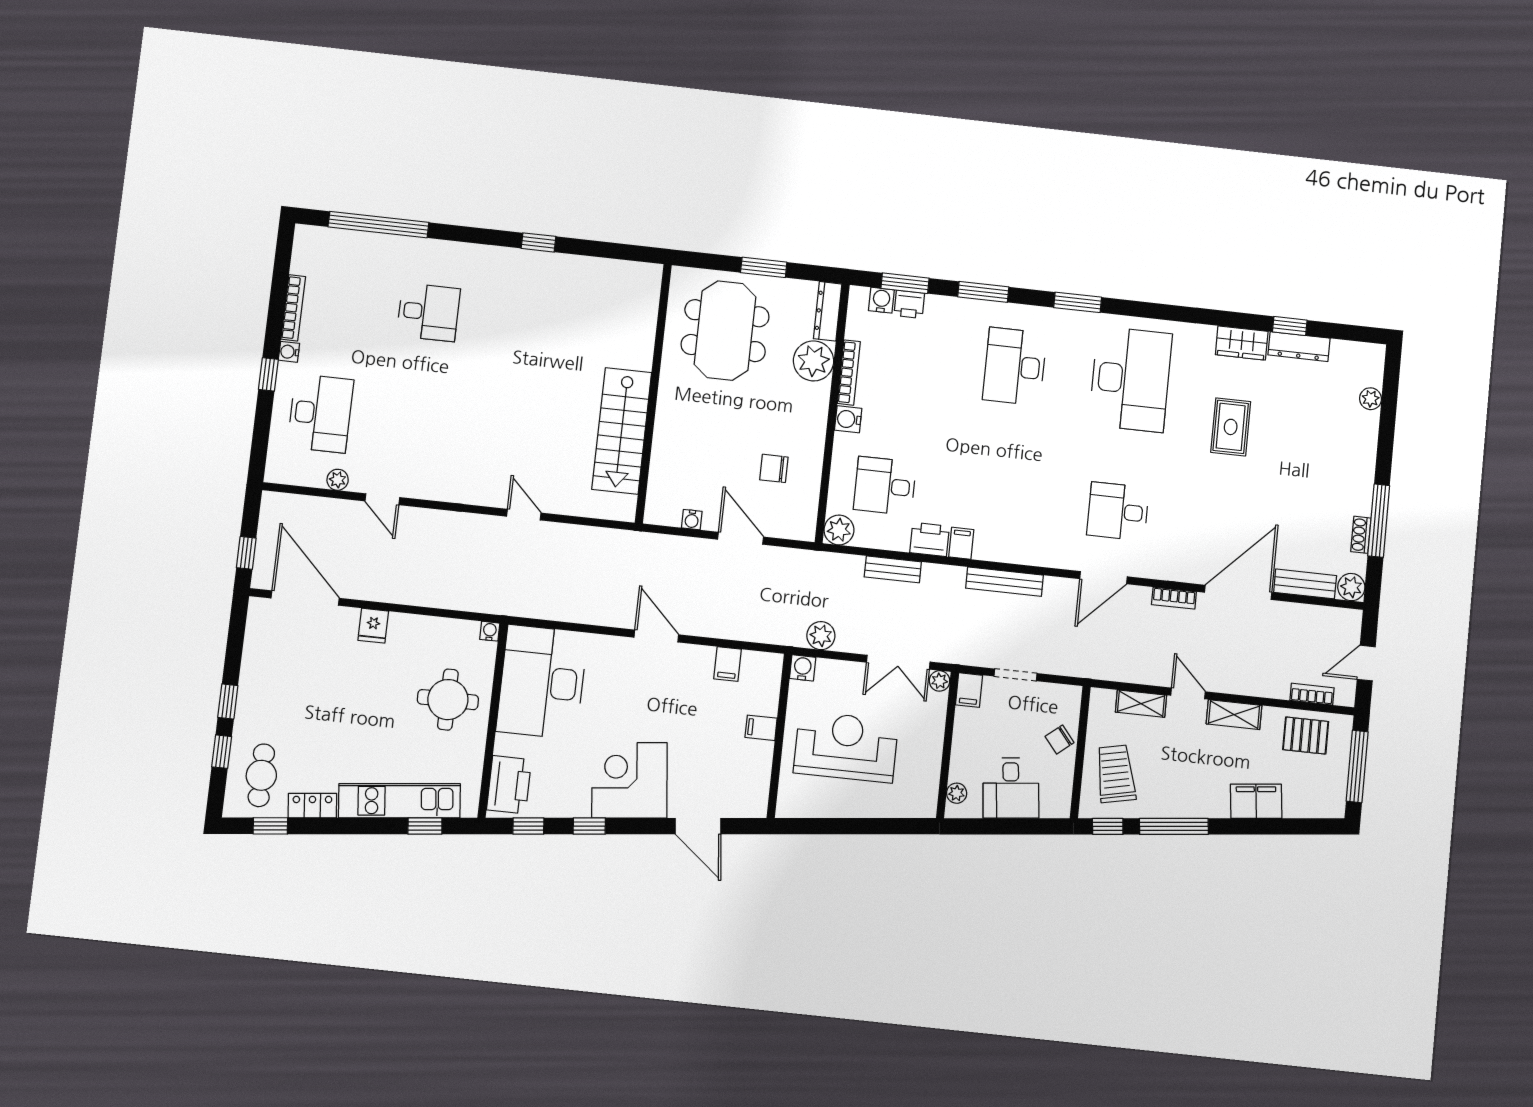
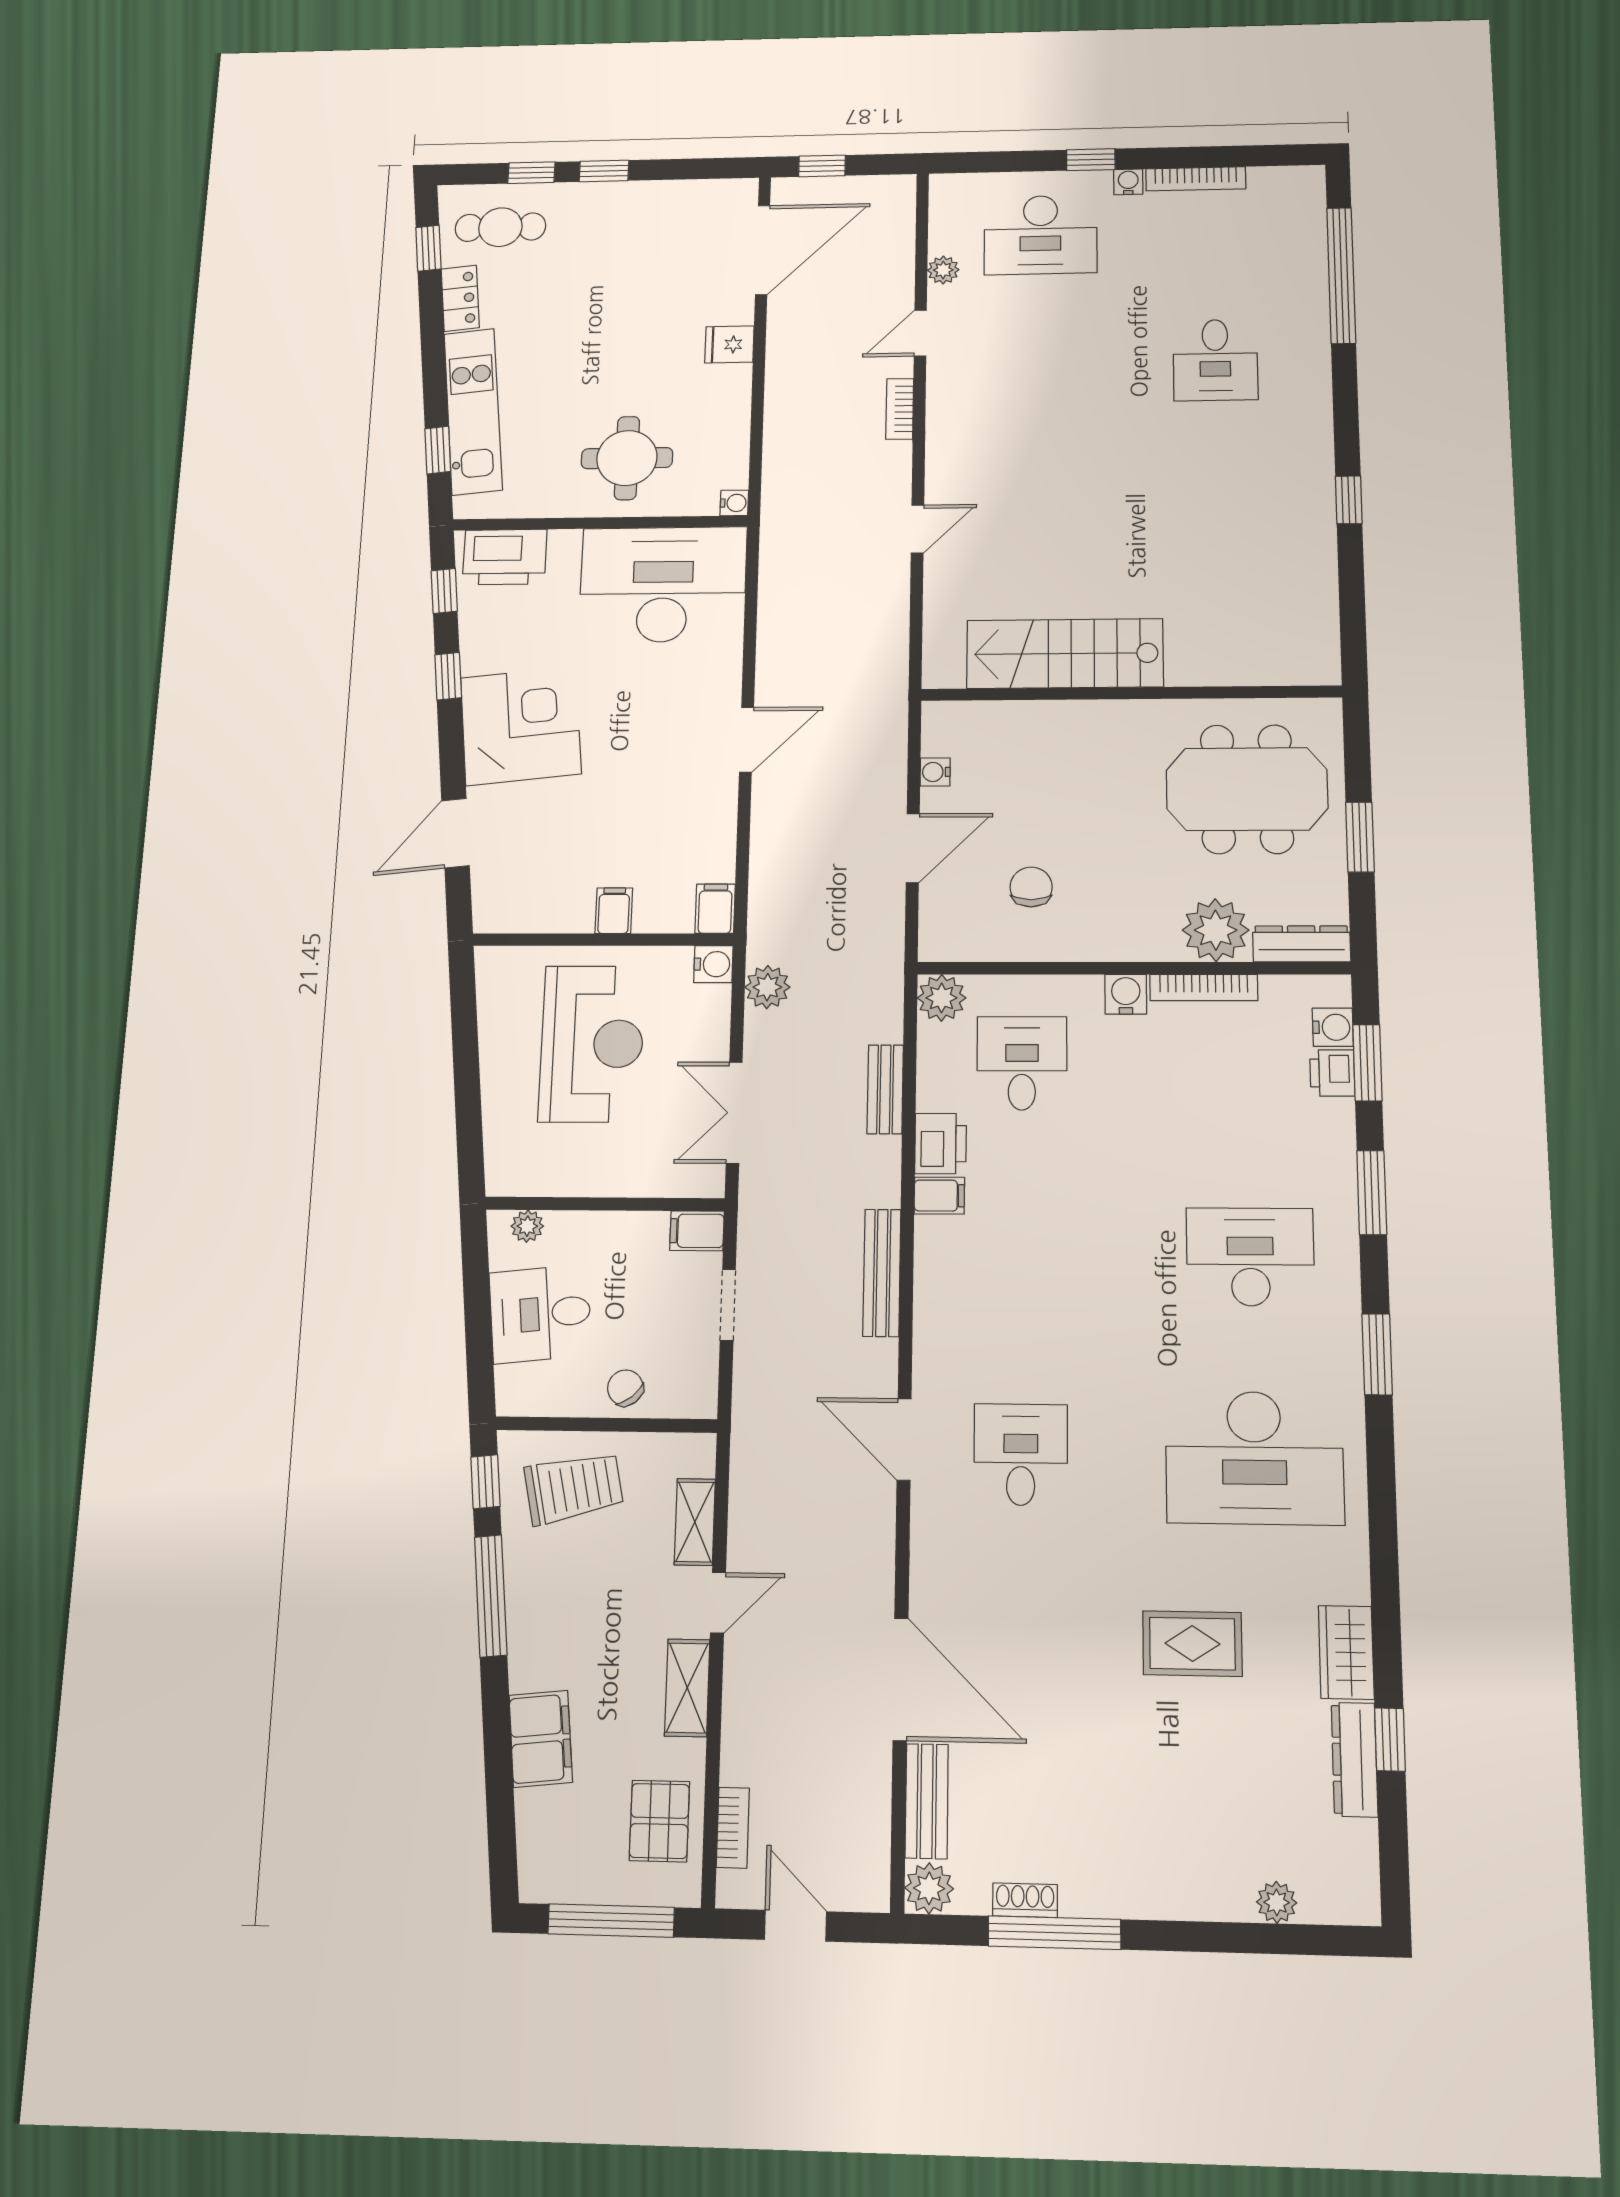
bookcase: (1174, 598) -> (900, 409), moved
filing cabinet: (728, 664) -> (715, 909), moved, turned 90
plant: (940, 681) -> (708, 1182), removed

